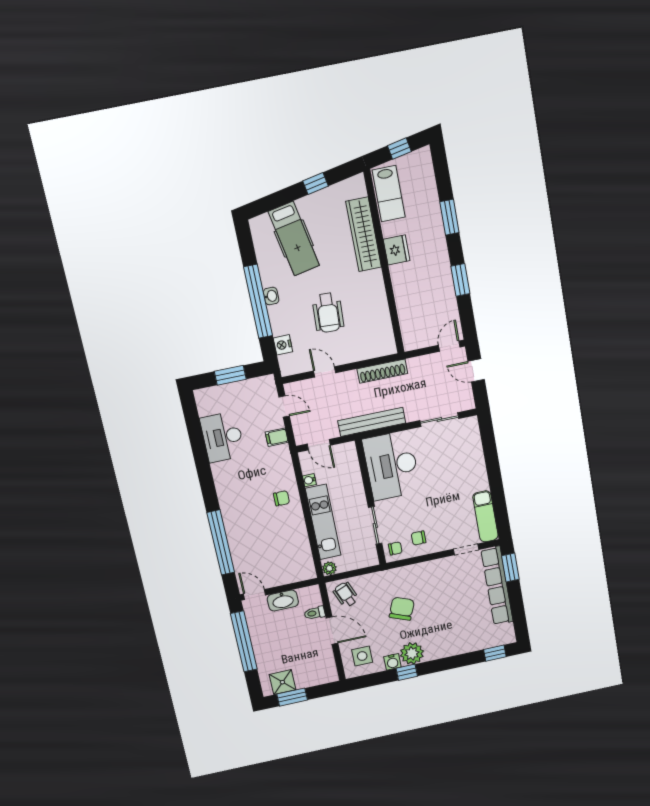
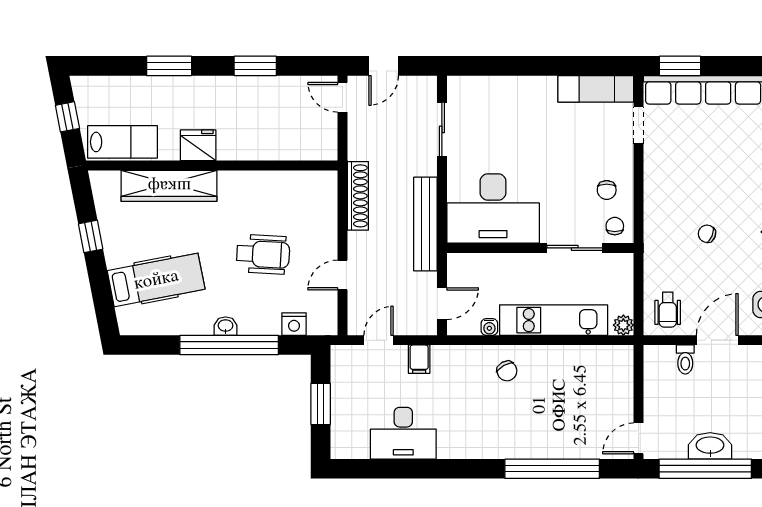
chair: (281, 498) -> (507, 371), turned 151
wheelchair: (346, 595) -> (668, 310), turned -68
washbasin: (283, 601) -> (710, 446), moved, turned -90
chair: (402, 609) -> (707, 234), width x0.54, depth x0.54

